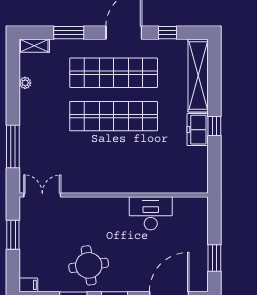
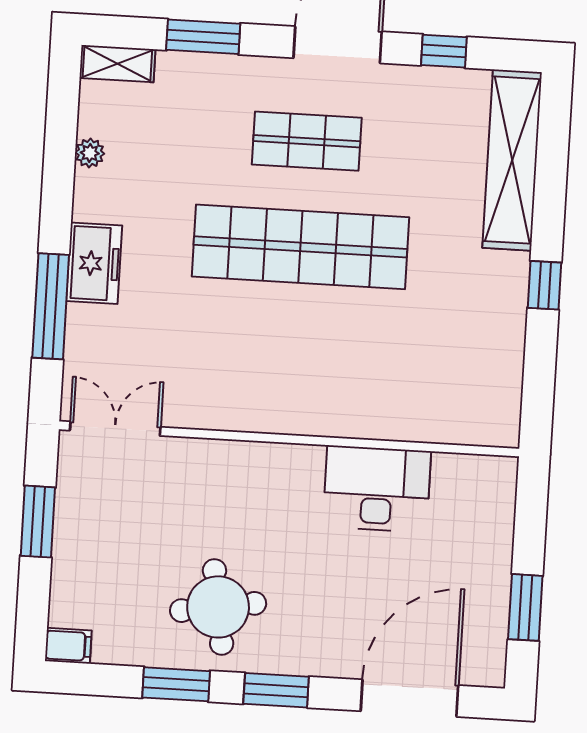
shop shelf: (114, 73) -> (307, 141), width x0.50, depth x0.74
freezer: (198, 130) -> (94, 263), moved, turned 180

